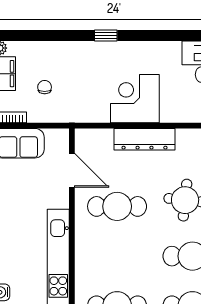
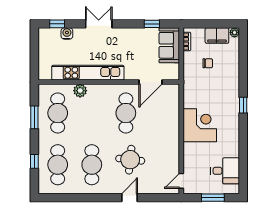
dresser: (144, 139) -> (172, 132), removed
plant: (84, 273) -> (80, 91), added

